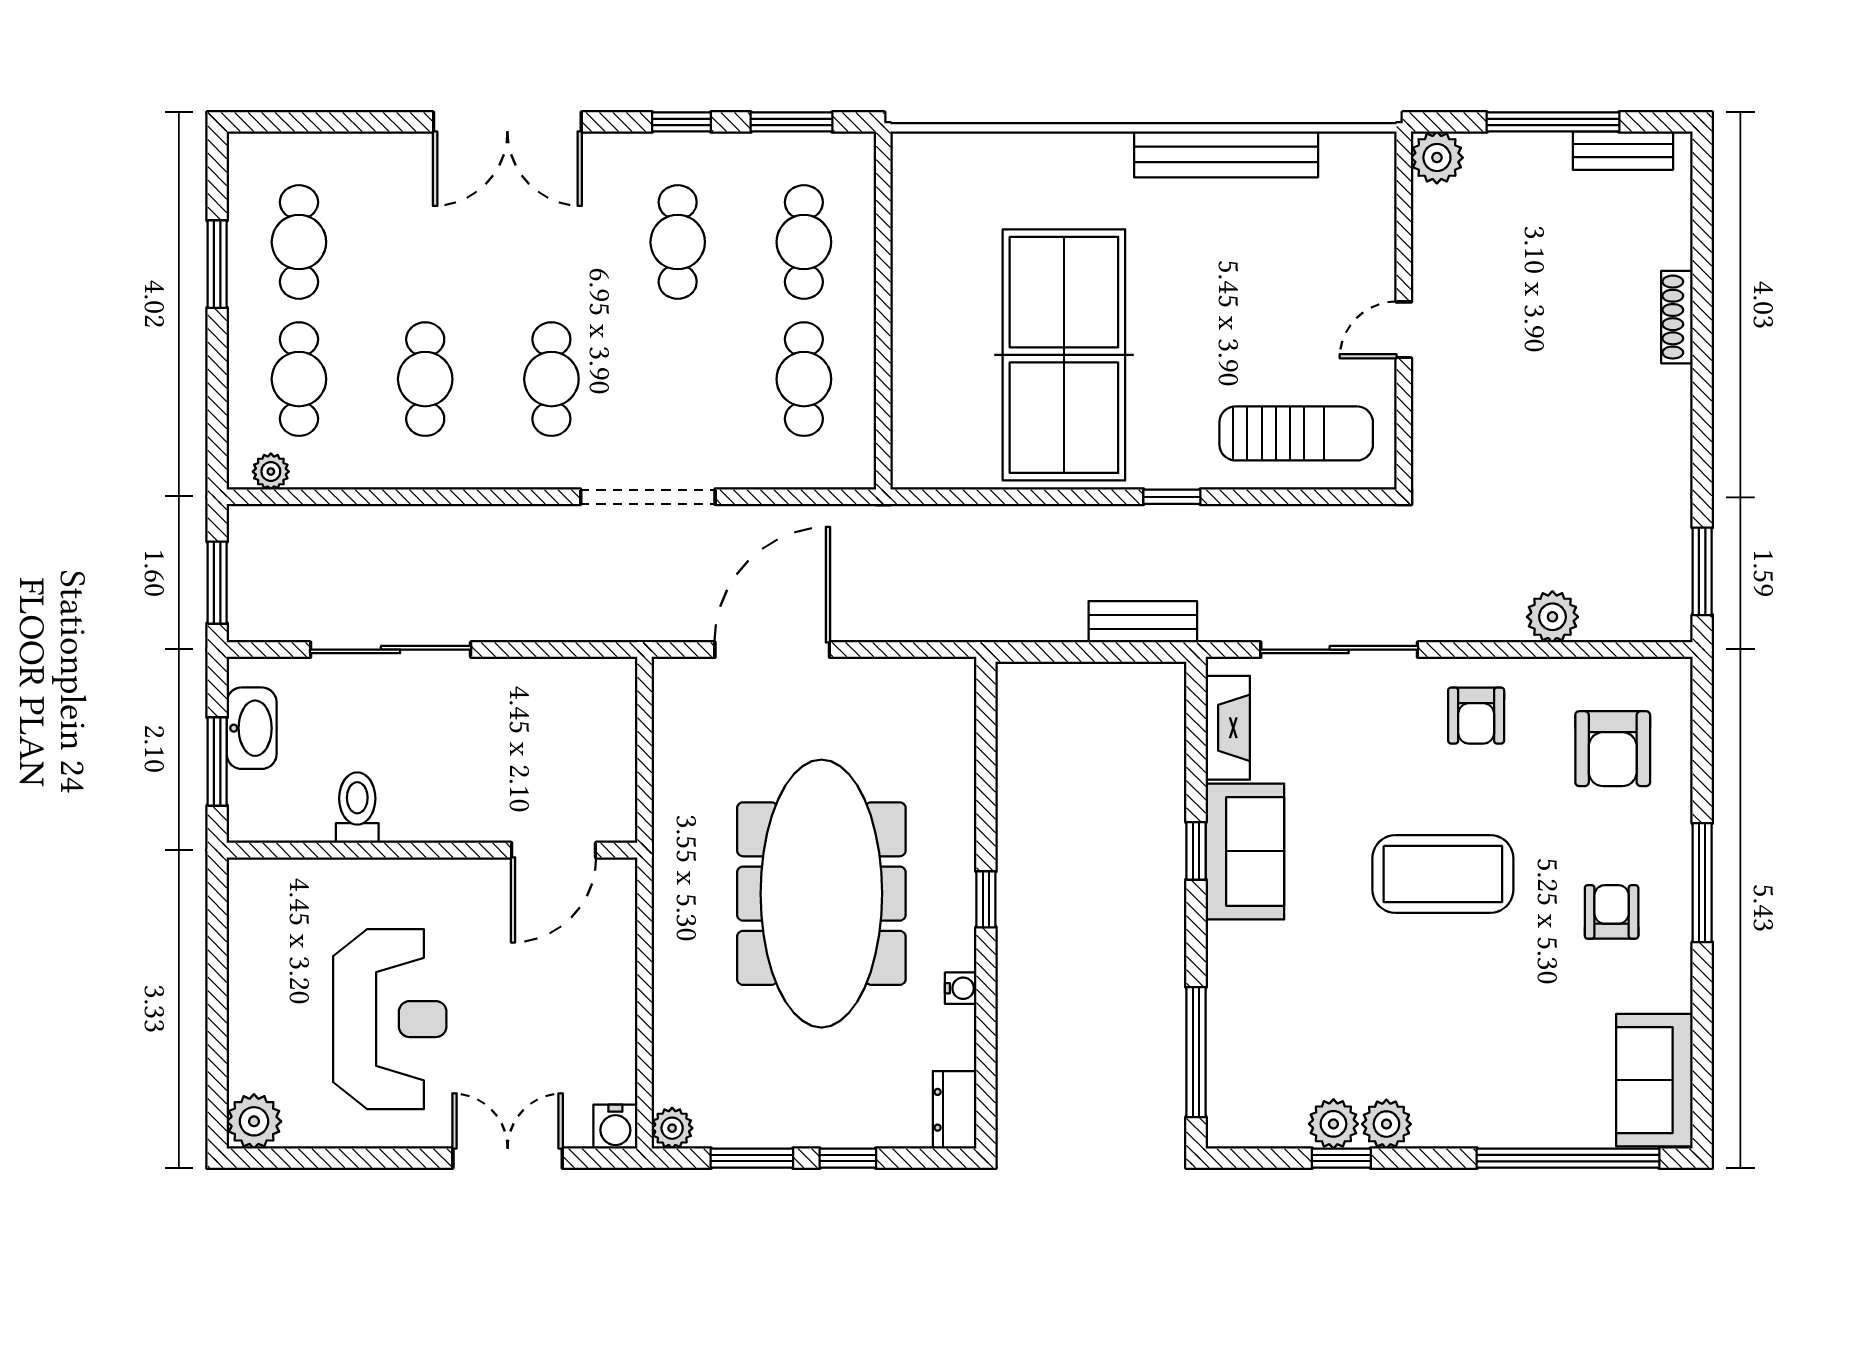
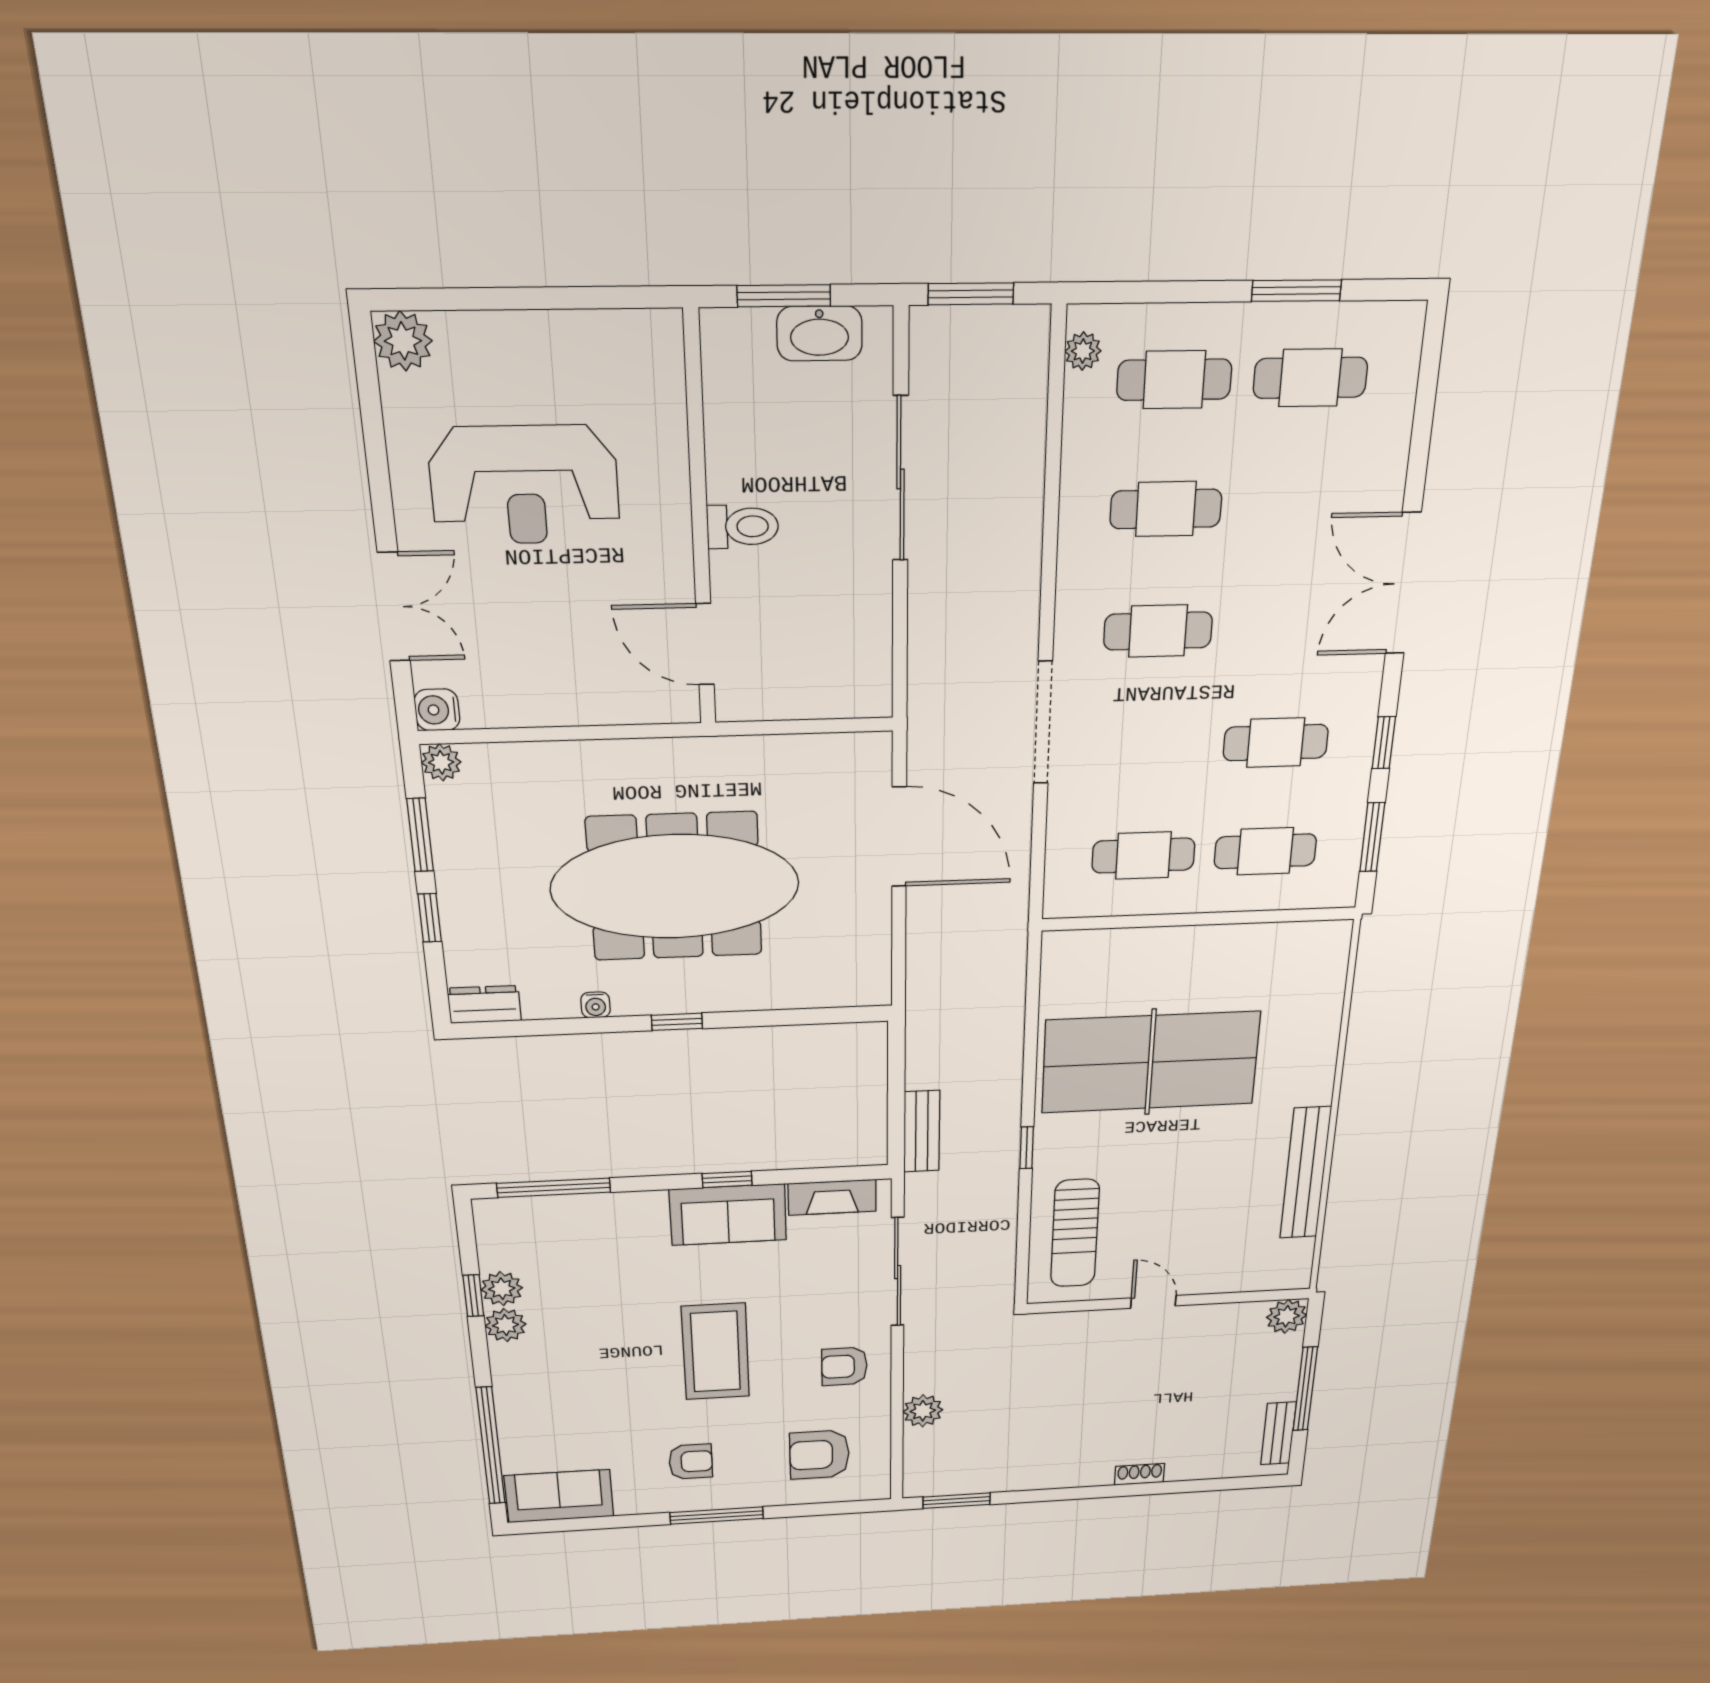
shoe rack: (1677, 317) -> (1140, 1474), width x0.70
toilet: (357, 808) -> (743, 527), moved

